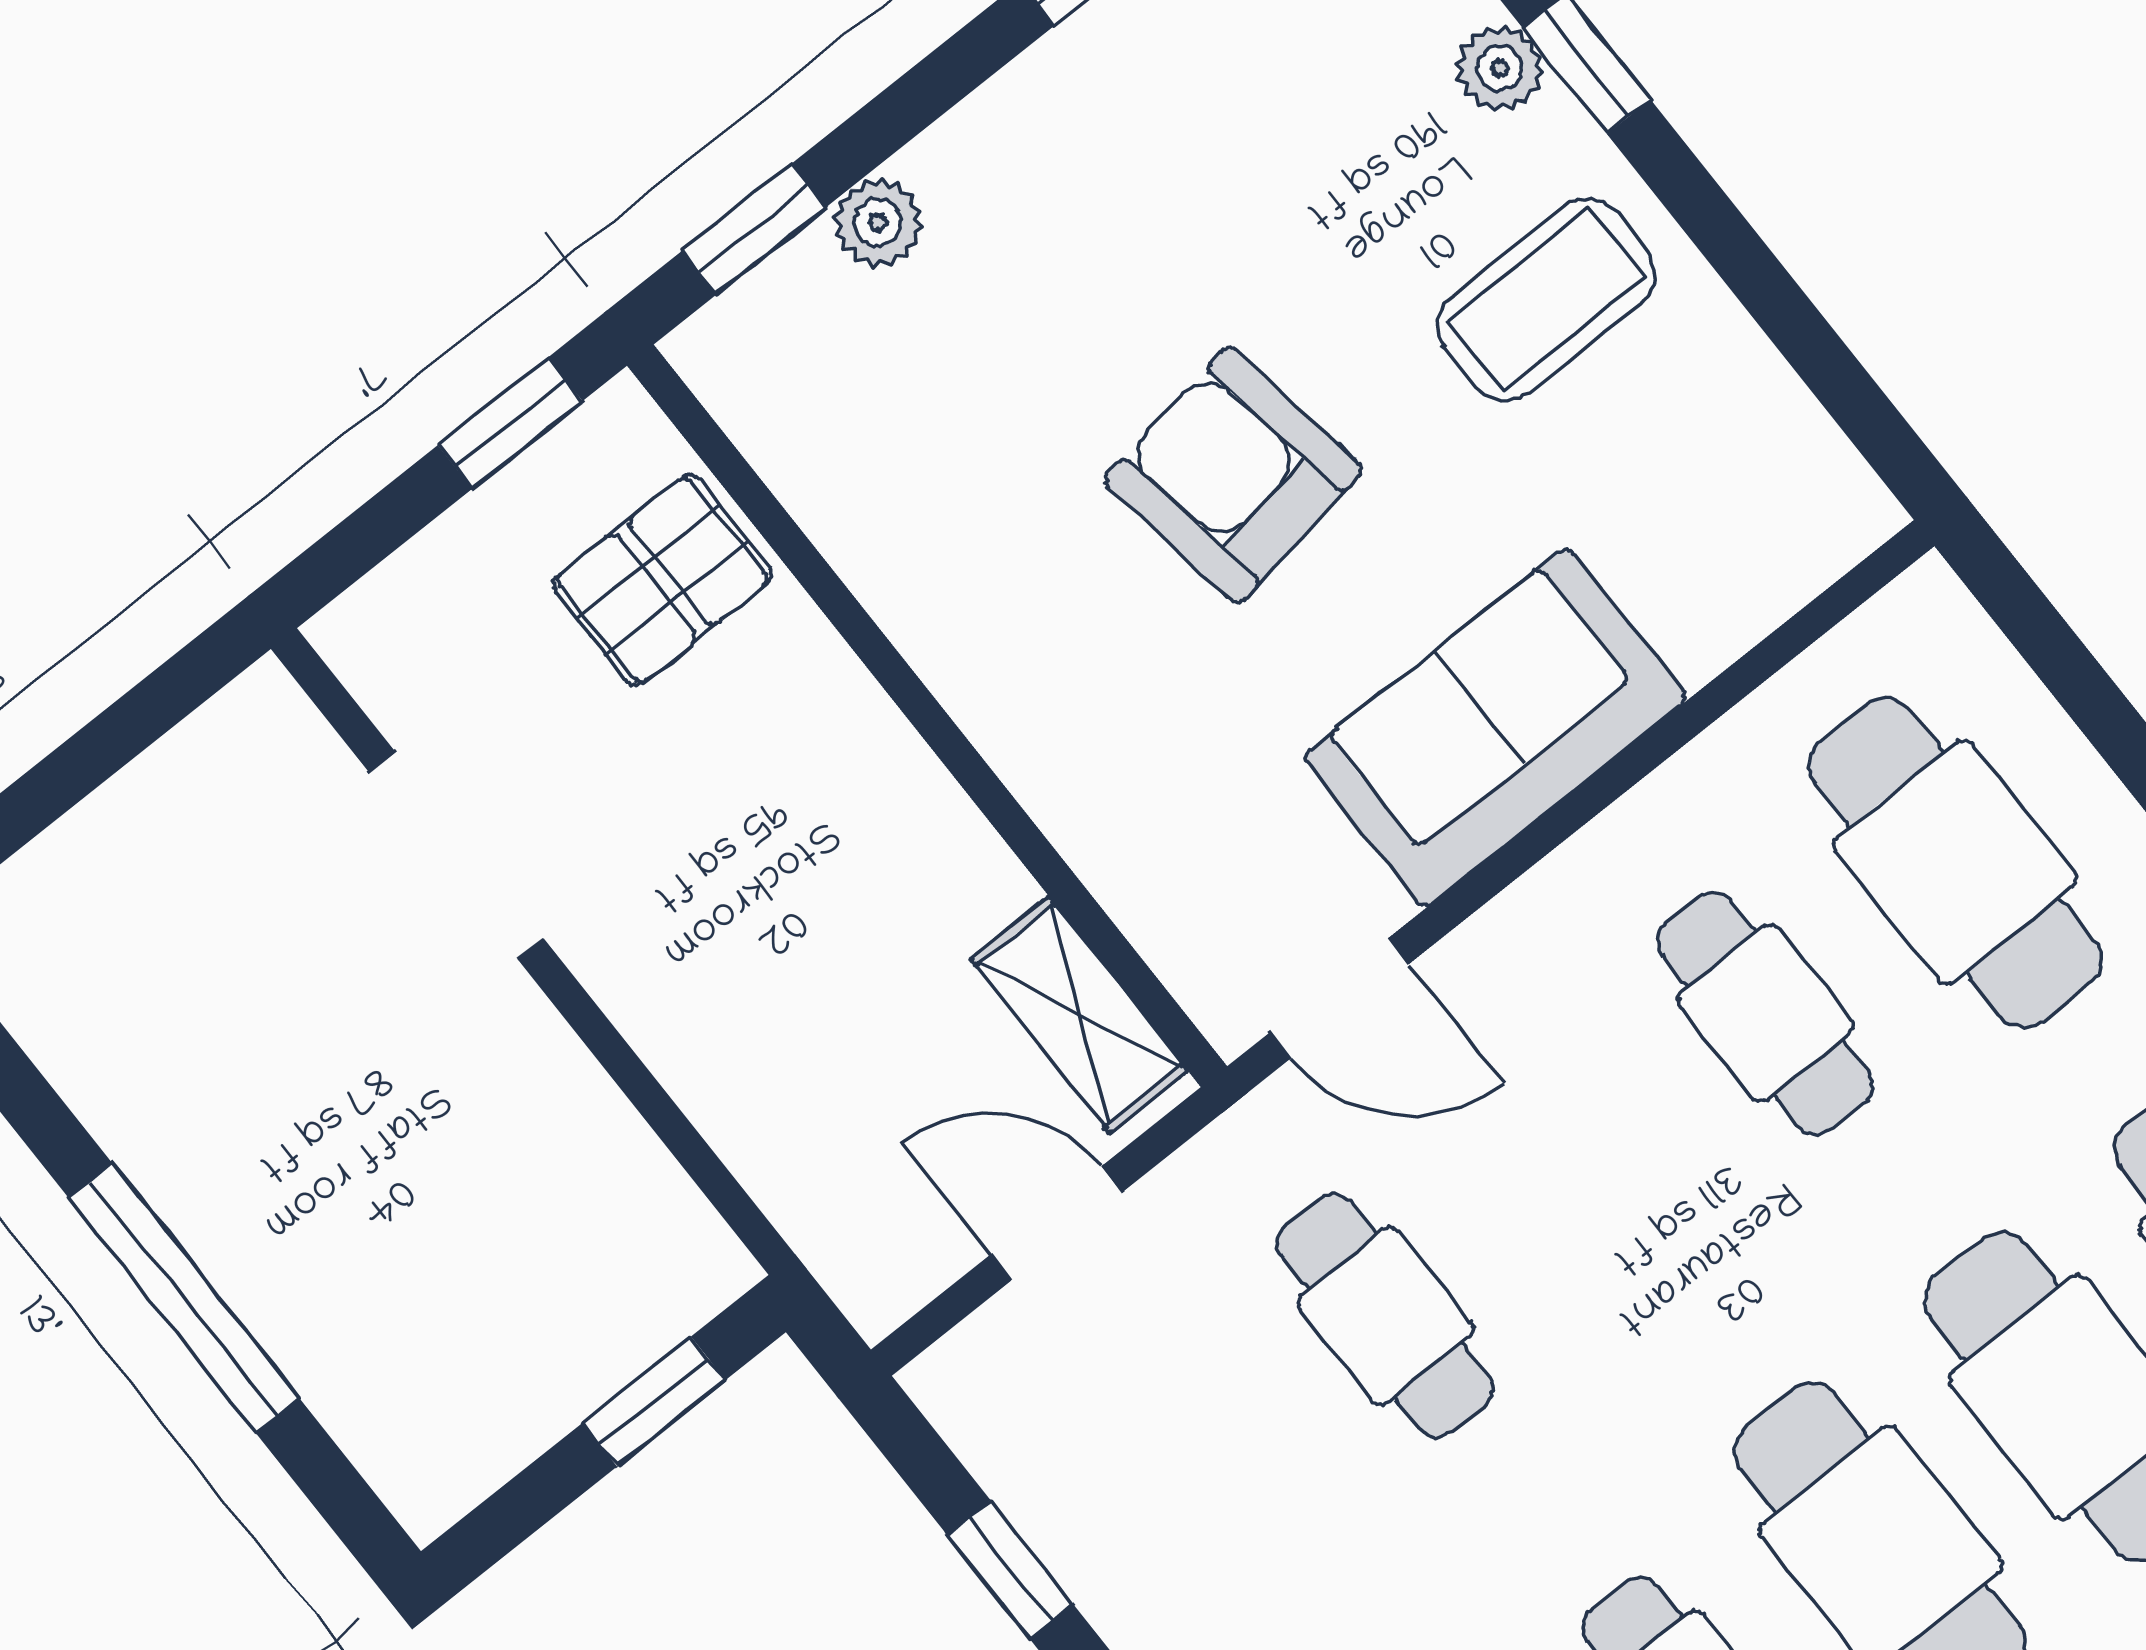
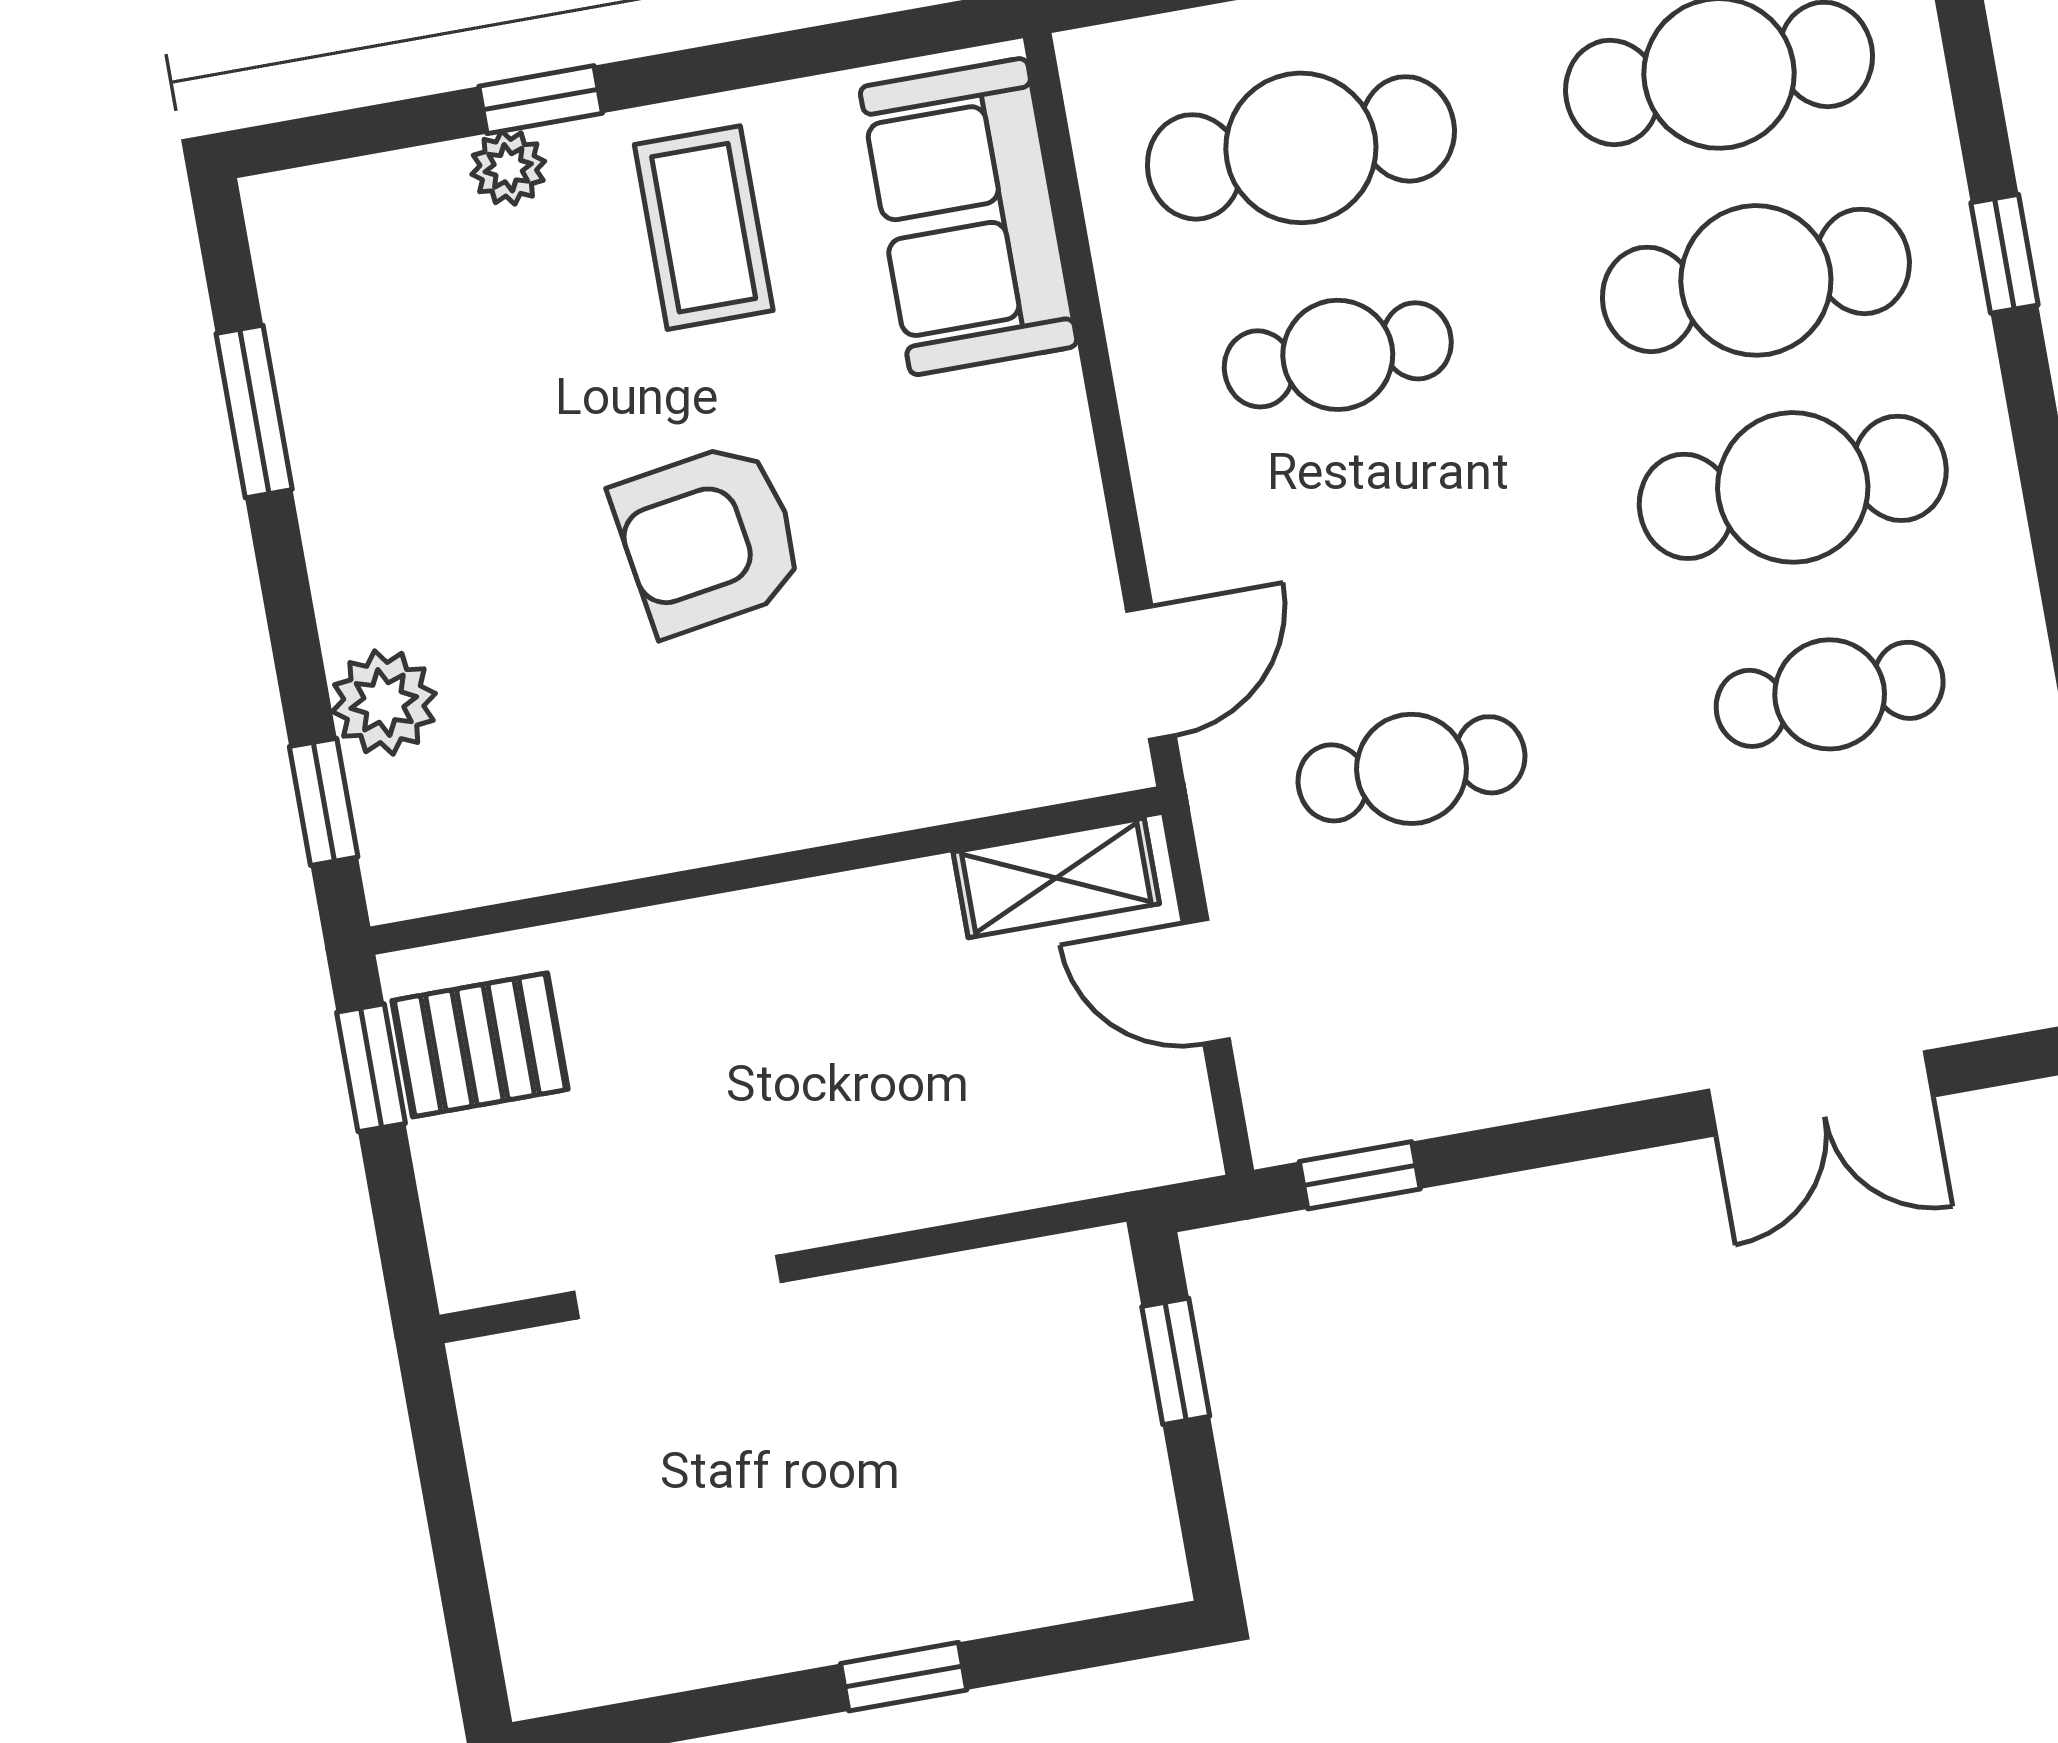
plant: (878, 223) -> (384, 703), width x1.38, depth x1.38
pallet: (662, 580) -> (480, 1045), moved, turned 90
sofa: (1495, 728) -> (969, 217), moved
door: (1056, 1223) -> (1206, 981), hinge flipped
window: (184, 1298) -> (904, 1677), width x0.46
window: (1010, 1569) -> (1360, 1175), moved

